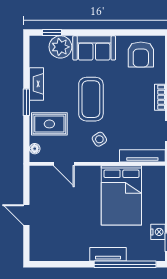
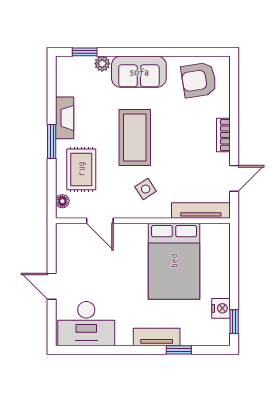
plant: (60, 47) -> (102, 64), width x0.53, depth x0.53
armchair: (141, 54) -> (199, 80), turned 81
rug: (49, 124) -> (81, 169), turned 90
desk: (53, 244) -> (86, 324), added
window: (125, 264) -> (179, 350), width x0.32

